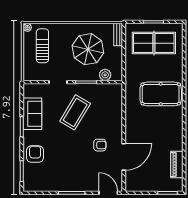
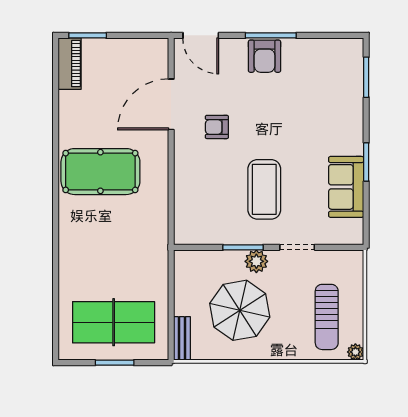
plant: (105, 75) -> (256, 261), moved
pool table: (161, 94) -> (100, 172), moved
coffee table: (75, 112) -> (264, 189), turned -31
armchair: (35, 154) -> (265, 56), moved
piano: (177, 165) -> (70, 64), moved

